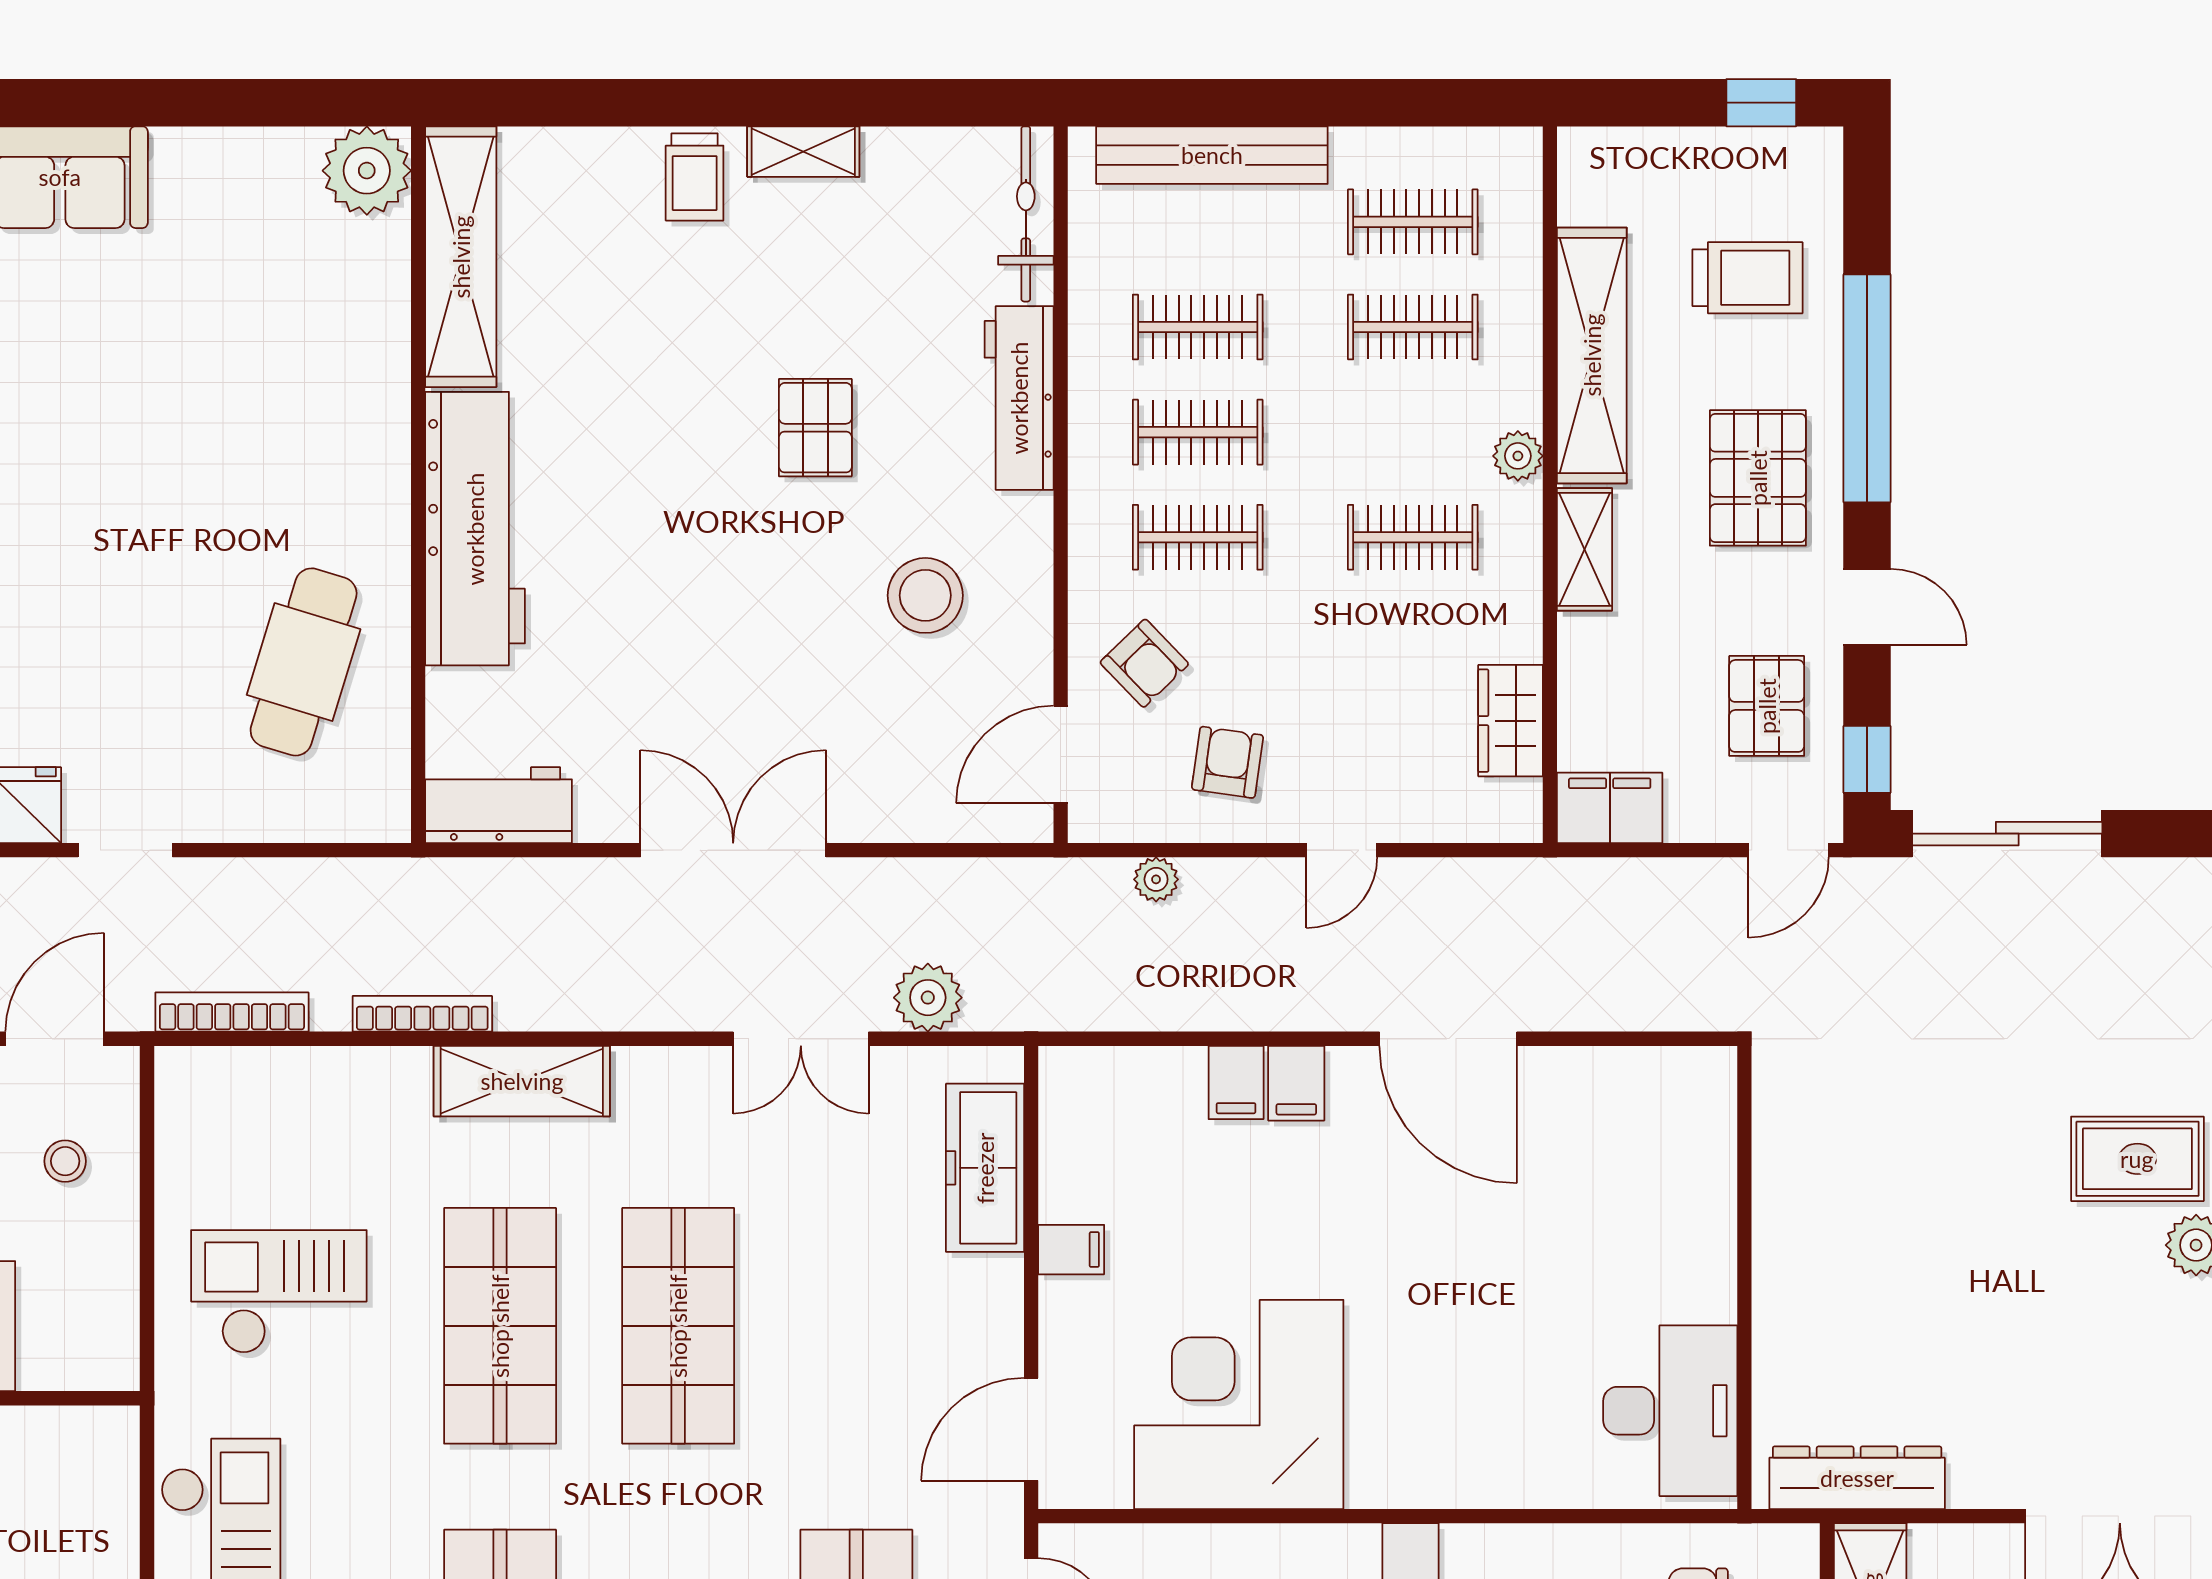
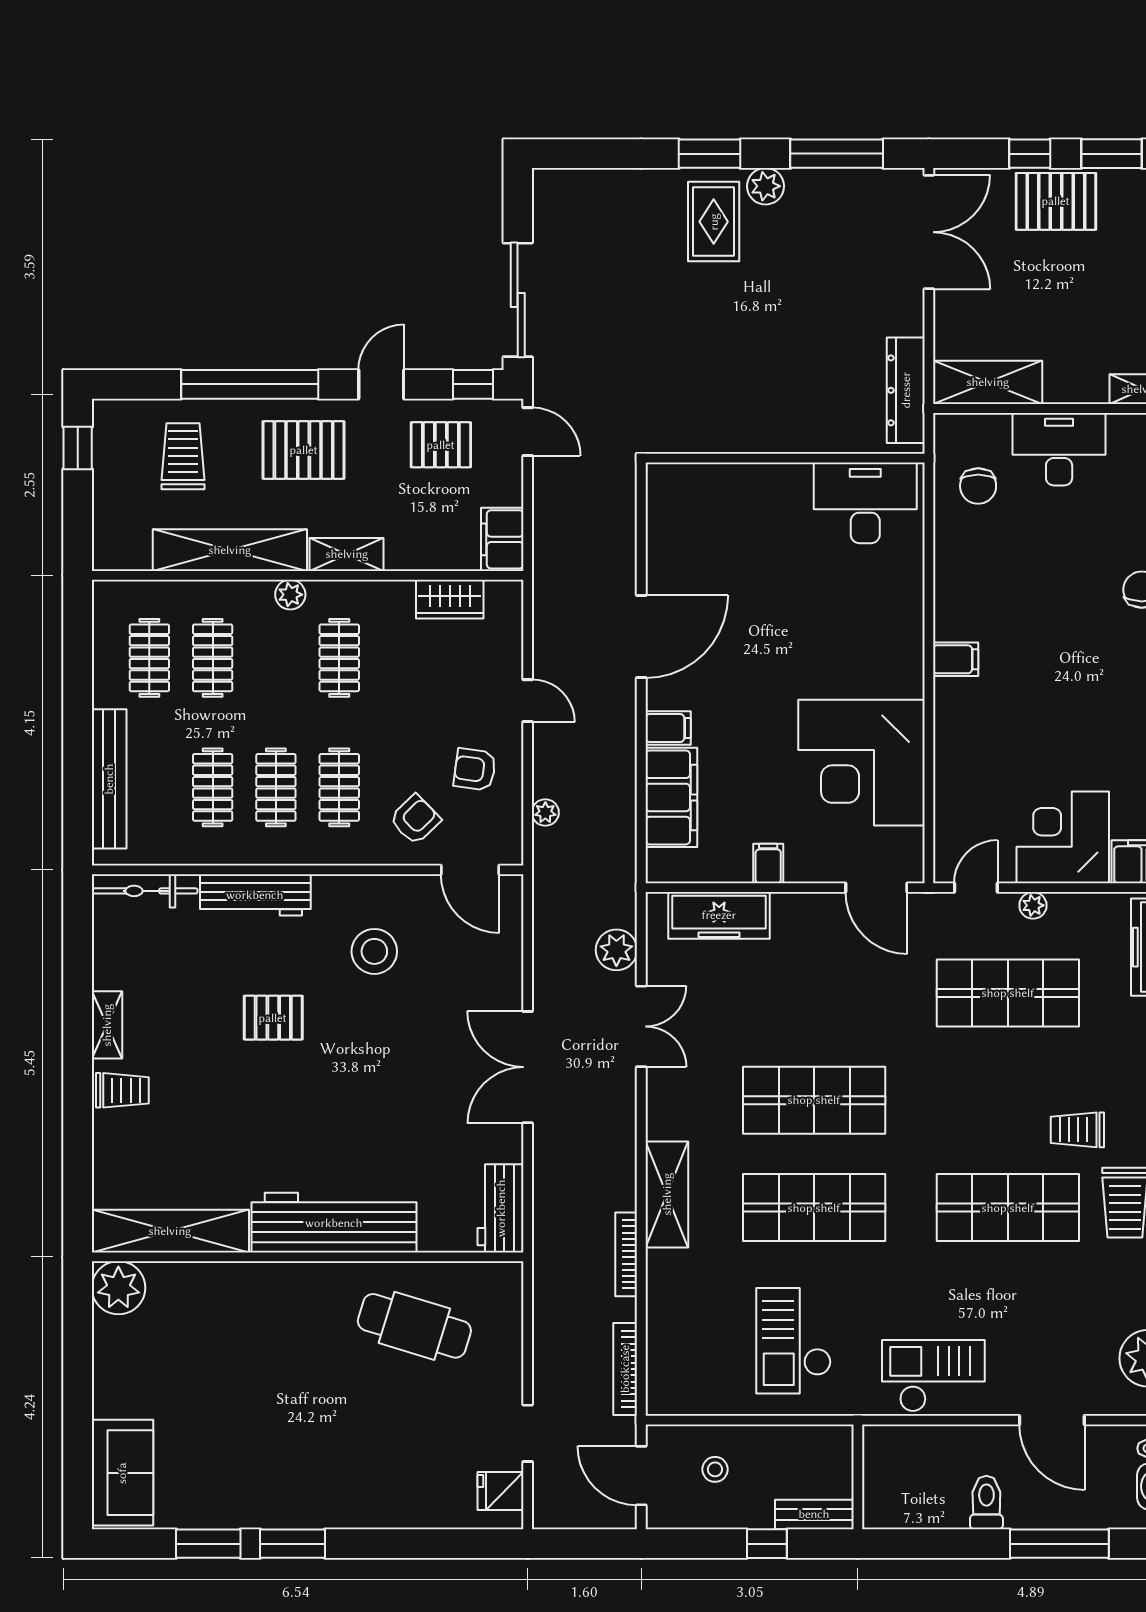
filing cabinet: (1236, 1082) -> (671, 797), width x3.00, depth x1.17

